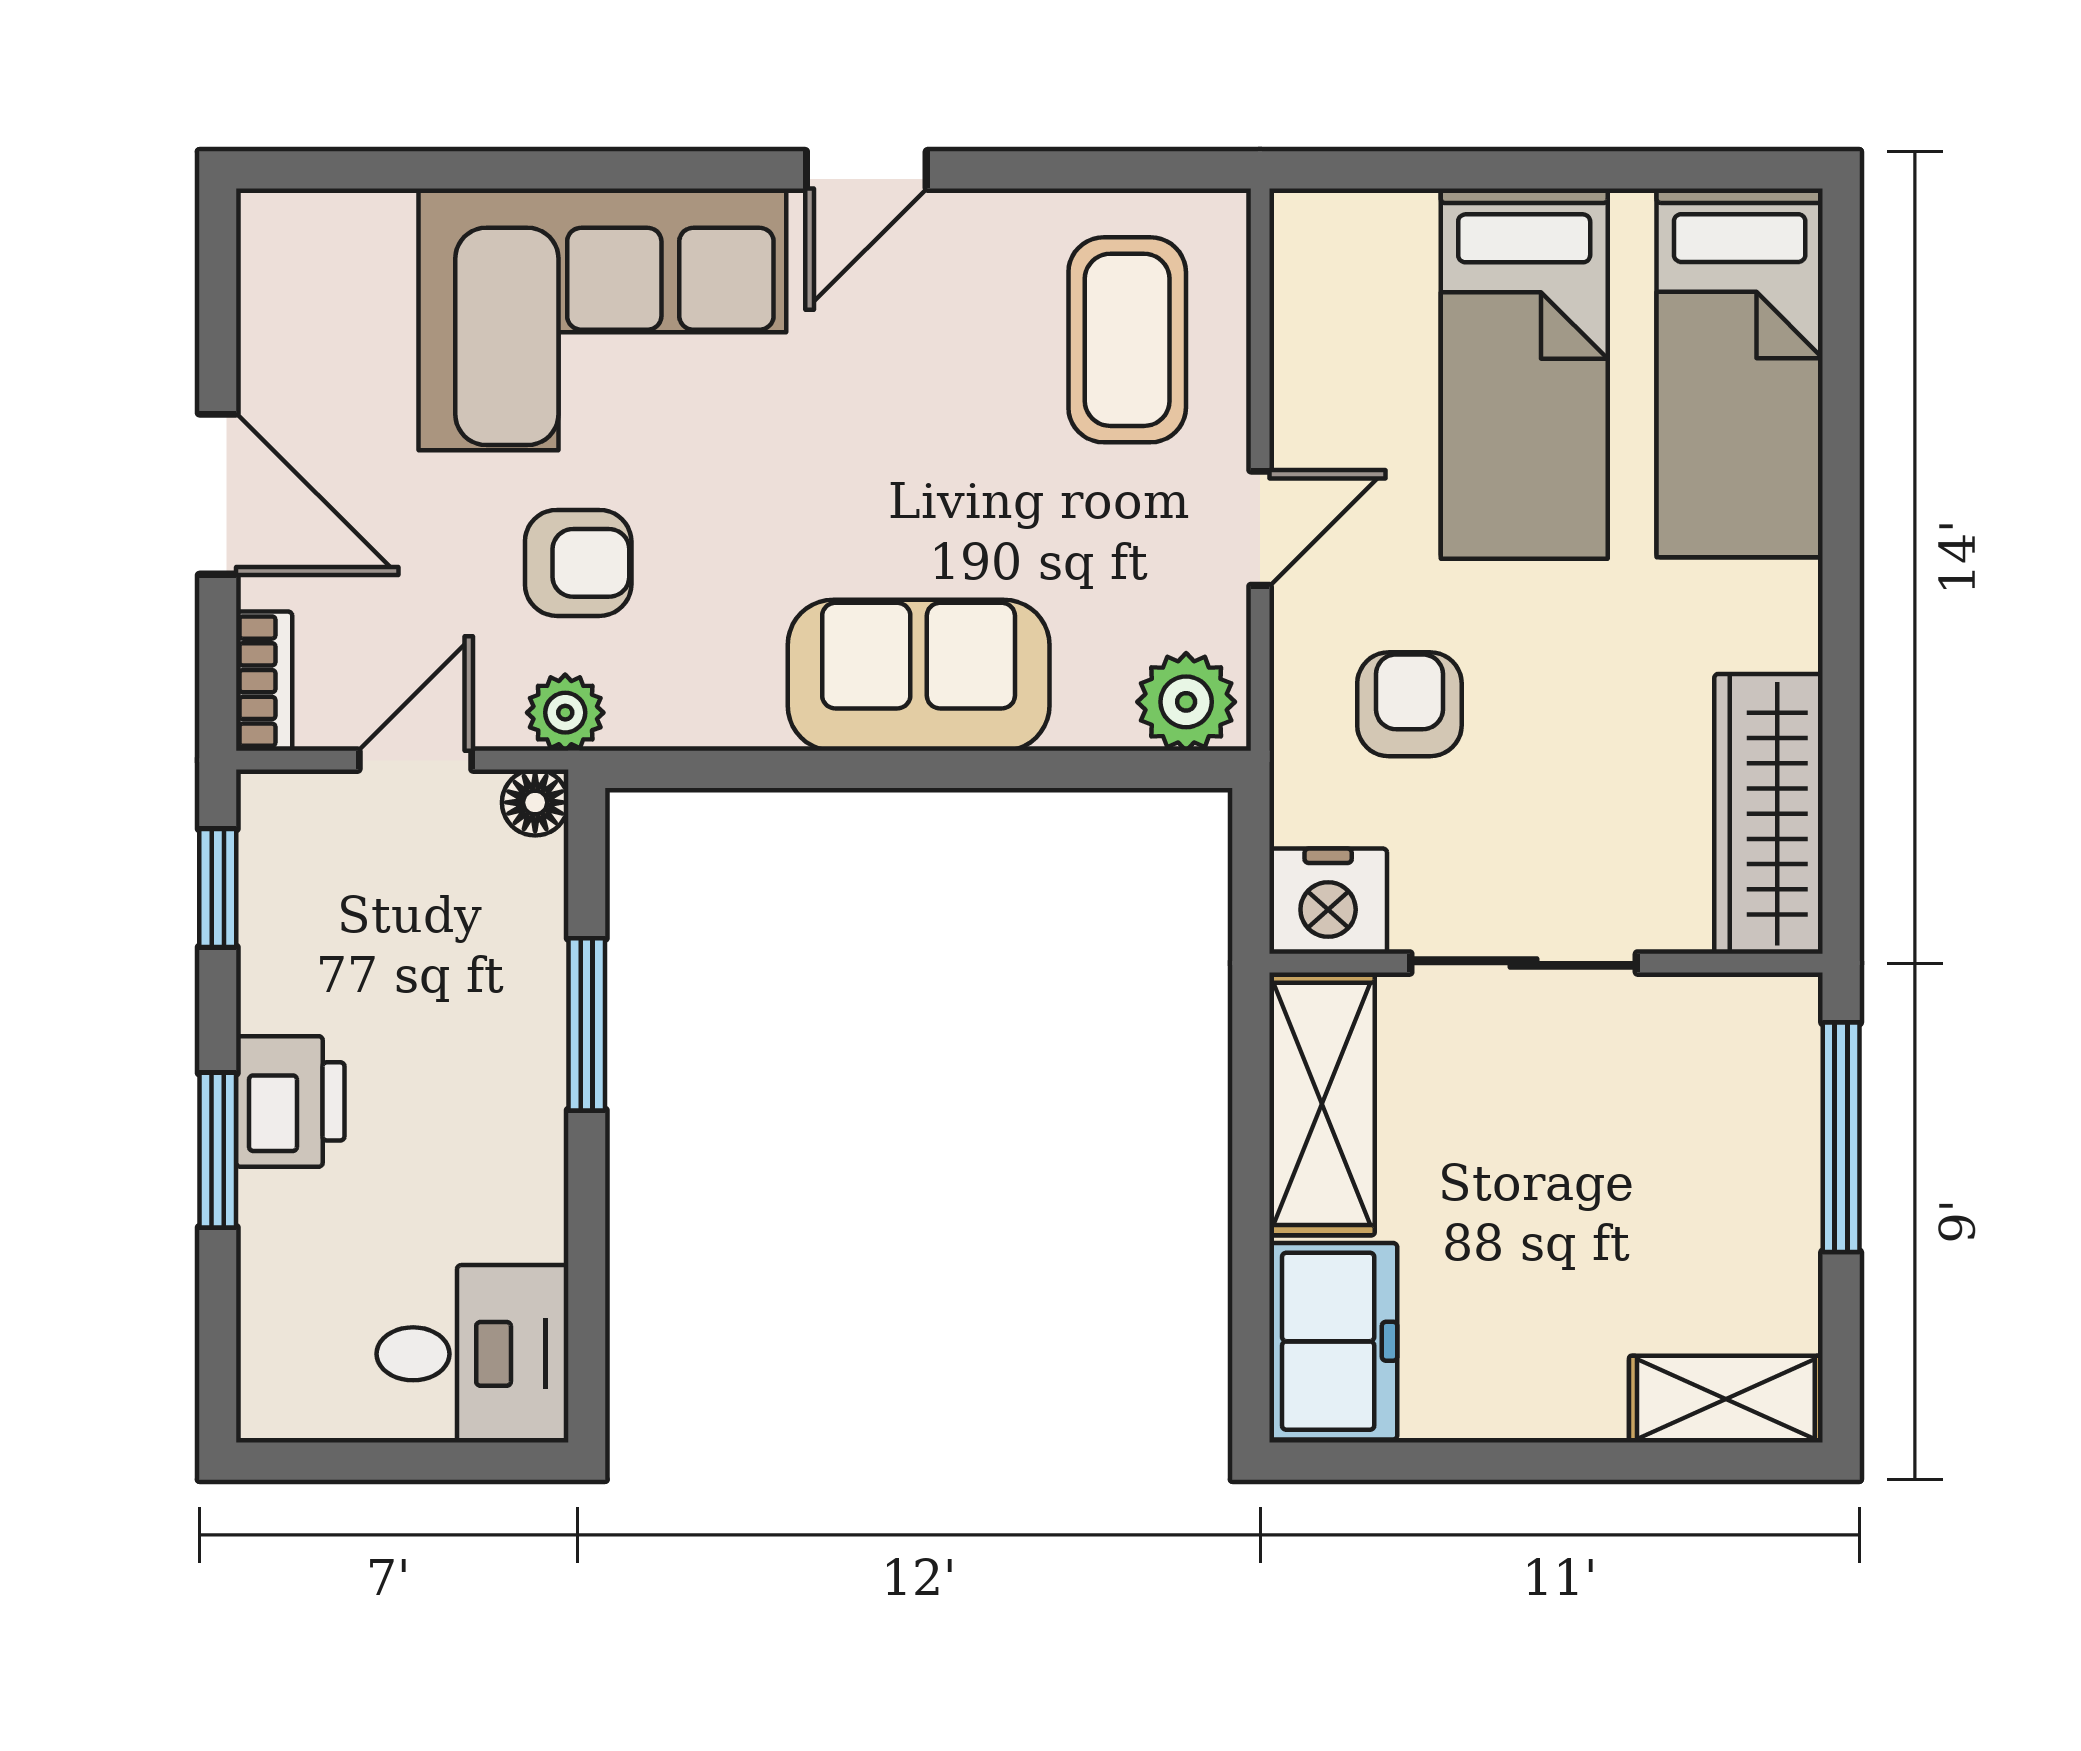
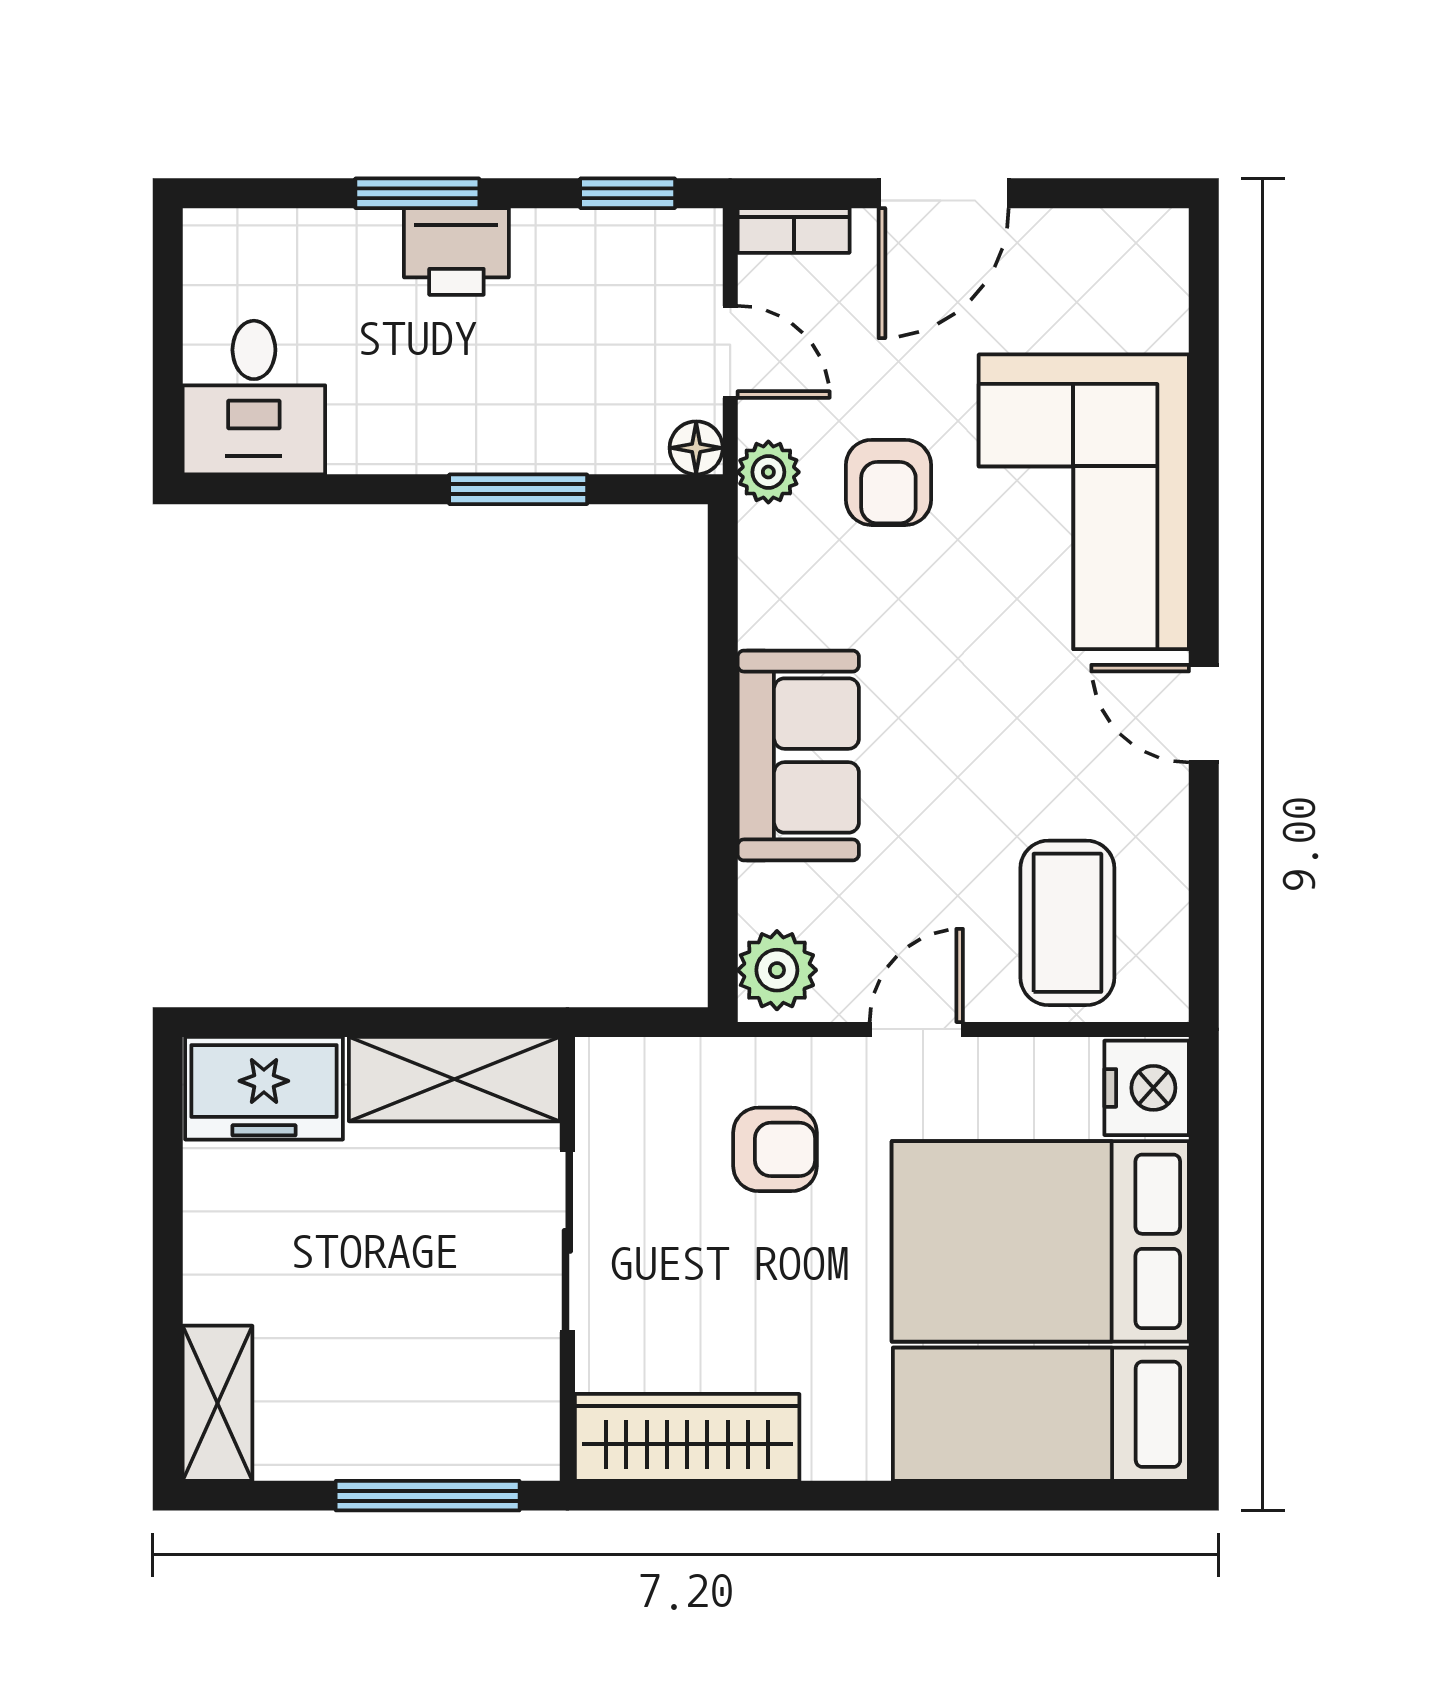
coffee table: (1127, 340) -> (1067, 923), turned 90
bed: (1524, 374) -> (1040, 1241), width x1.50
door: (1260, 528) -> (916, 1029), swing flipped
nightstand: (1328, 901) -> (1147, 1088), moved, turned 180

